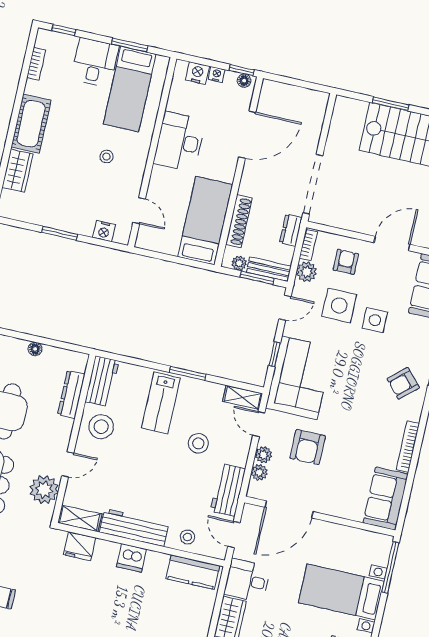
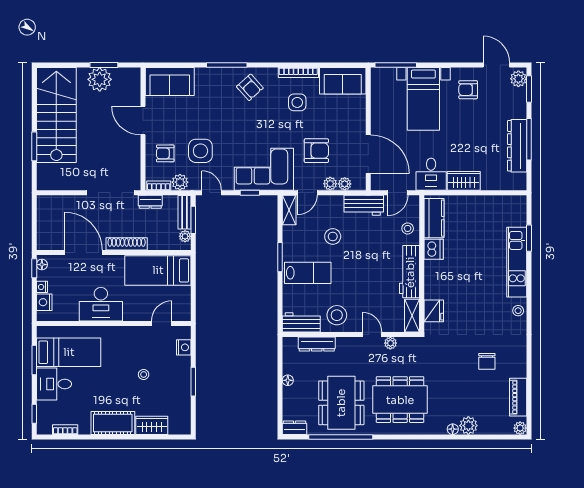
stool: (106, 156) -> (144, 374), moved
shoe rack: (239, 221) -> (127, 244), moved
side table: (375, 320) -> (297, 102), moved
plant: (44, 490) -> (390, 343), width x0.53, depth x0.53
dishwasher: (132, 558) -> (434, 249), moved

